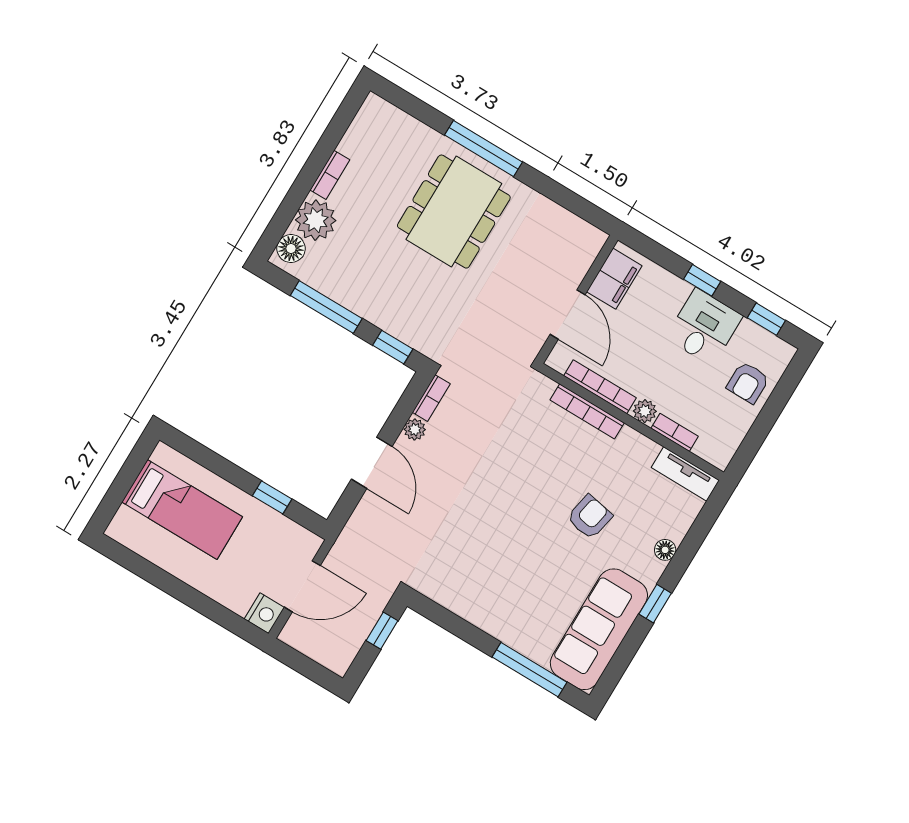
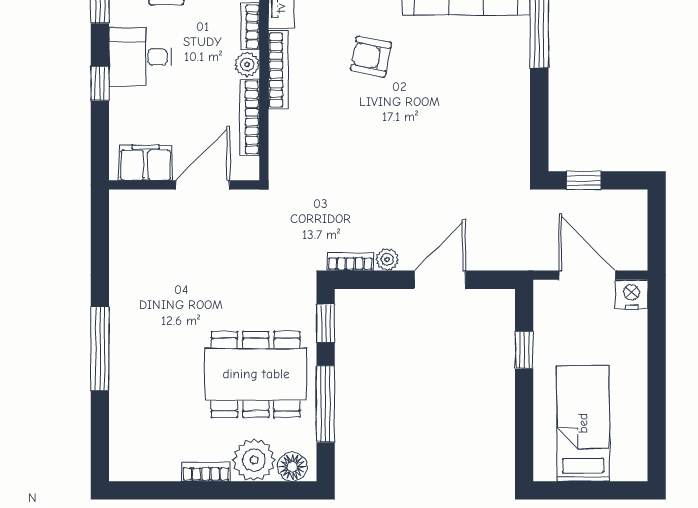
dining table: (454, 212) -> (256, 374), moved
bookcase: (587, 411) -> (278, 70), moved

